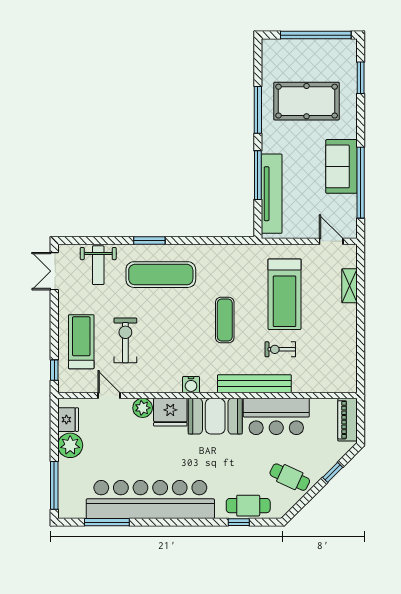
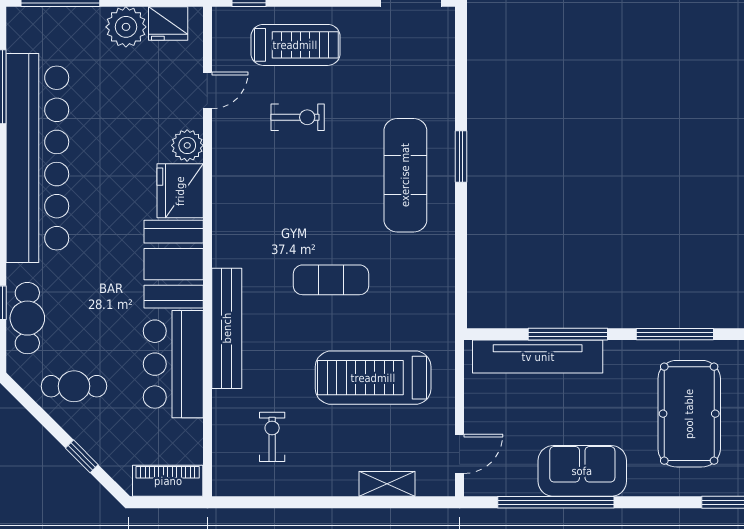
weight bench: (98, 265) -> (421, 73), removed
exercise bike: (125, 340) -> (298, 117), width x0.73, depth x0.72
exercise bike: (280, 349) -> (272, 437), moved
water cooler: (191, 385) -> (225, 225), removed
cafe table: (290, 477) -> (74, 386), turned 65

